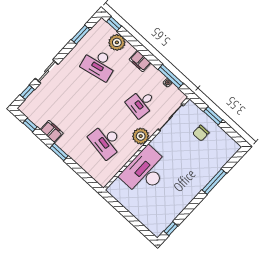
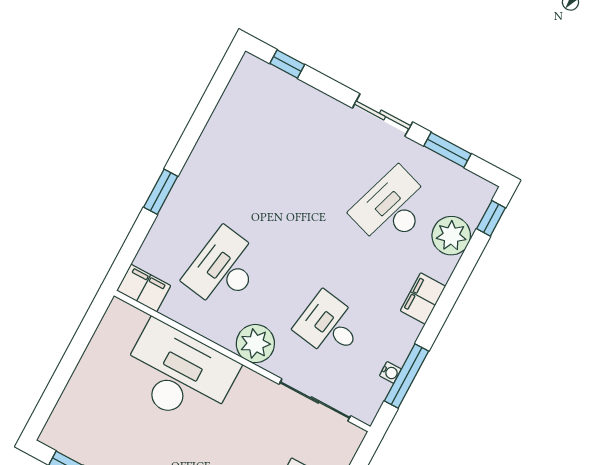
desk: (99, 64) -> (392, 208), turned 30
sliding door: (47, 71) -> (382, 115), moved
window: (30, 125) -> (216, 89), removed
filing cabinet: (52, 132) -> (144, 288), moved, turned -90
window: (59, 152) -> (161, 192), moved

